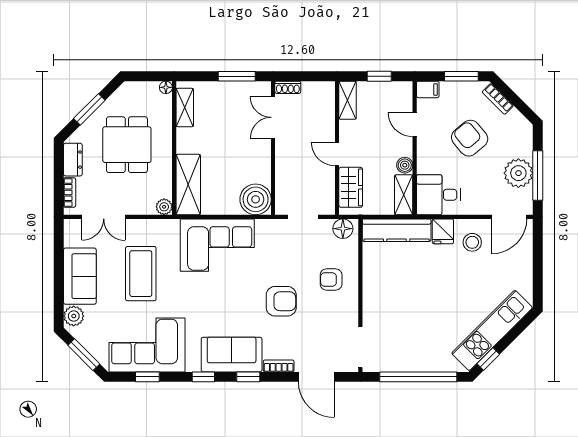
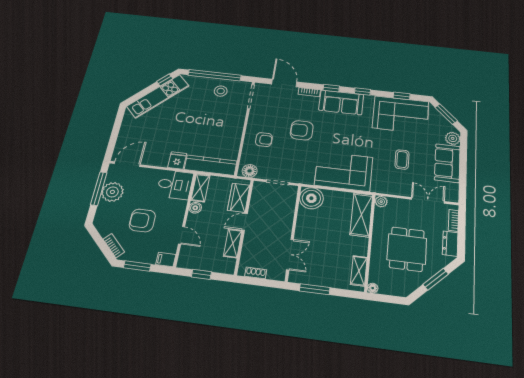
shoe rack: (288, 87) -> (256, 273), moved
shelving: (348, 100) -> (233, 243), moved
armchair: (470, 138) -> (142, 220), turned 130
door: (337, 154) -> (245, 222), swing flipped
stool: (472, 242) -> (221, 91), moved
coffee table: (141, 274) -> (402, 159), width x0.54, depth x0.58

